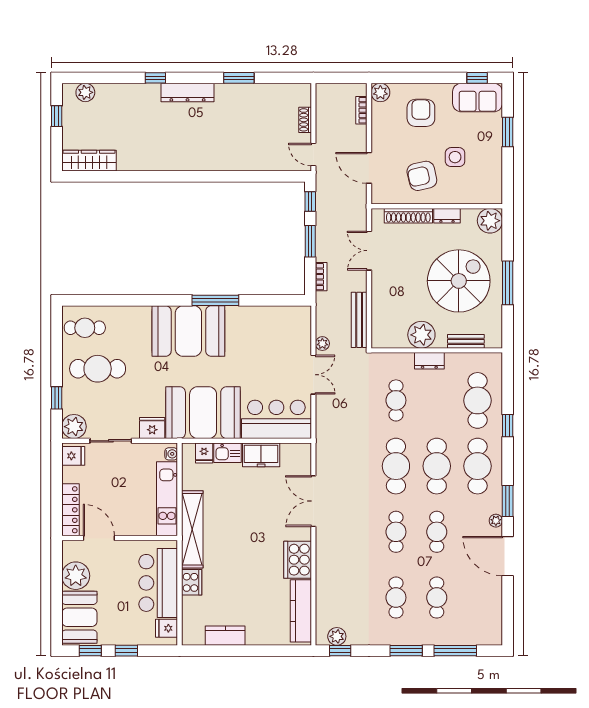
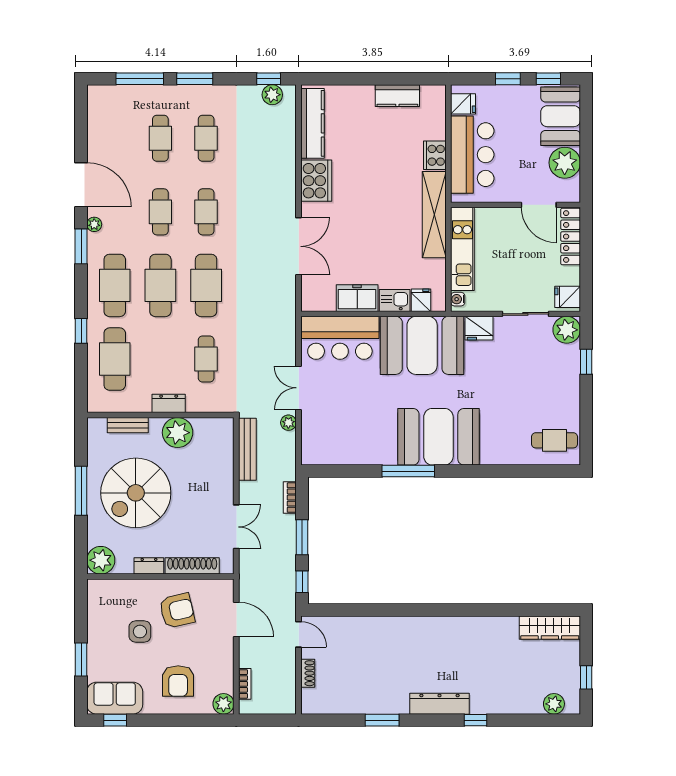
cafe table: (98, 369) -> (540, 394), removed

